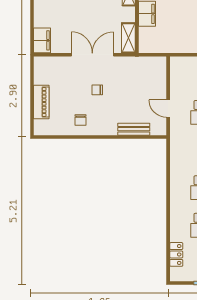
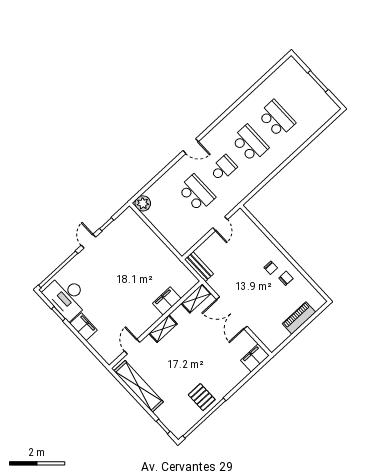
chair: (97, 90) -> (271, 268), moved
bench: (134, 129) -> (199, 267), moved
locker: (176, 254) -> (318, 122), removed

